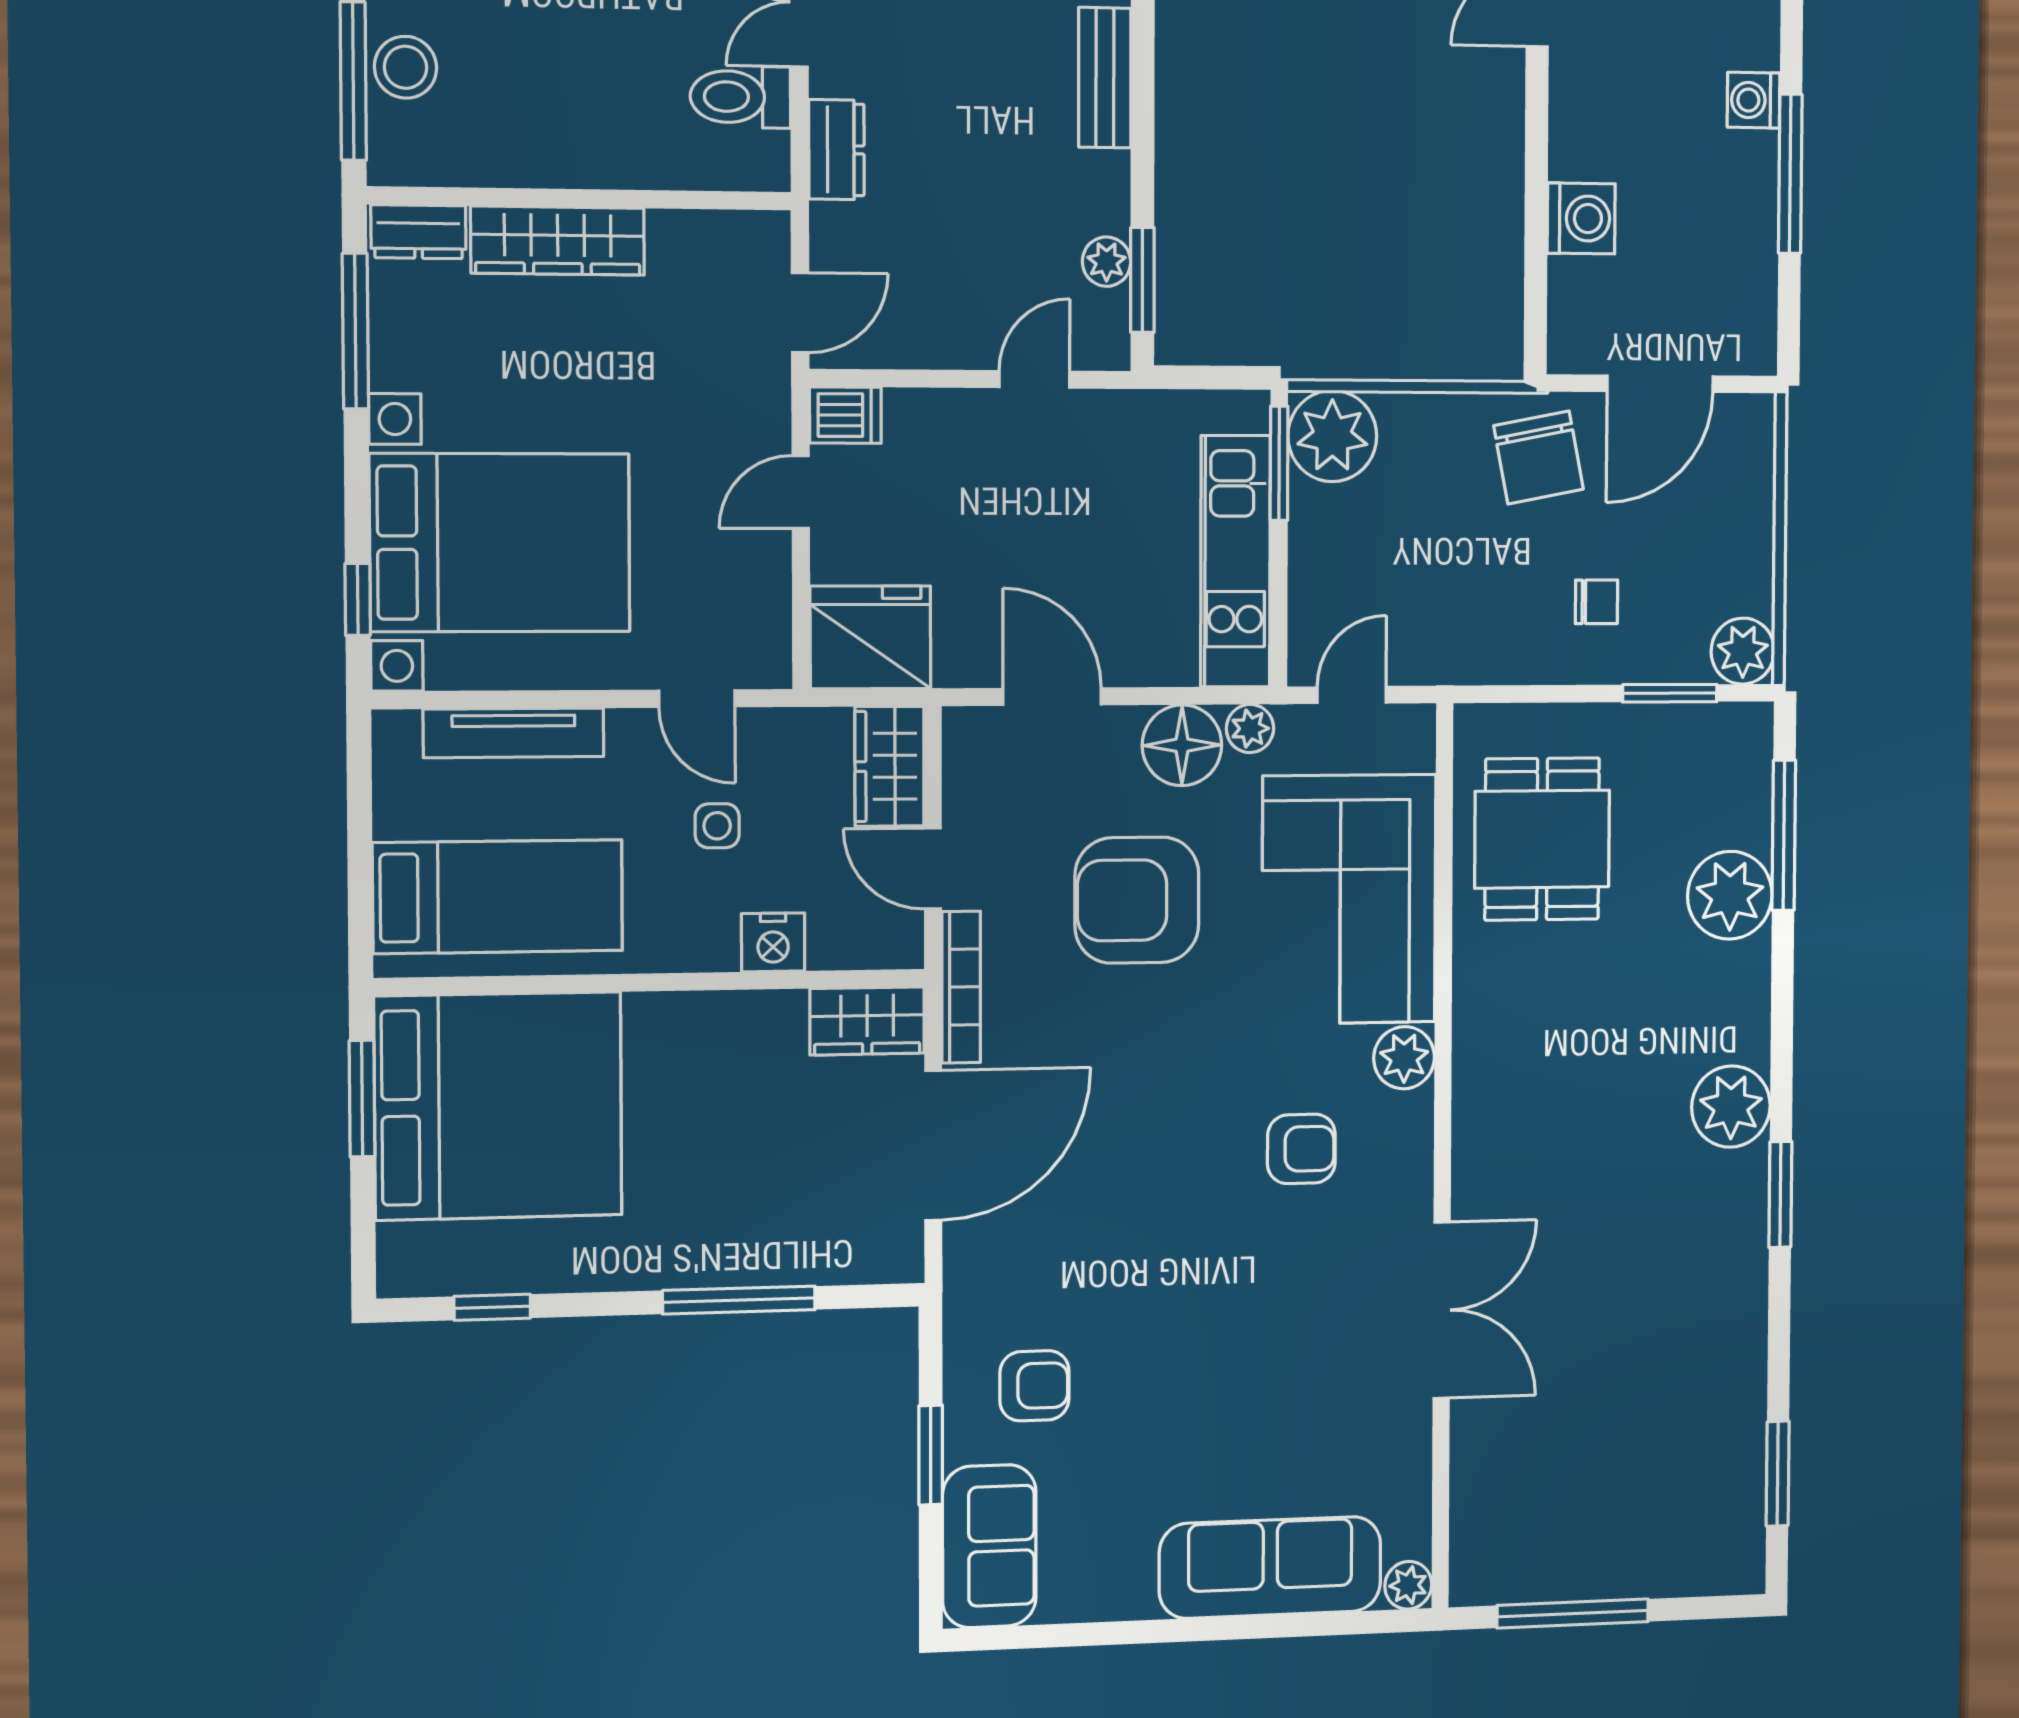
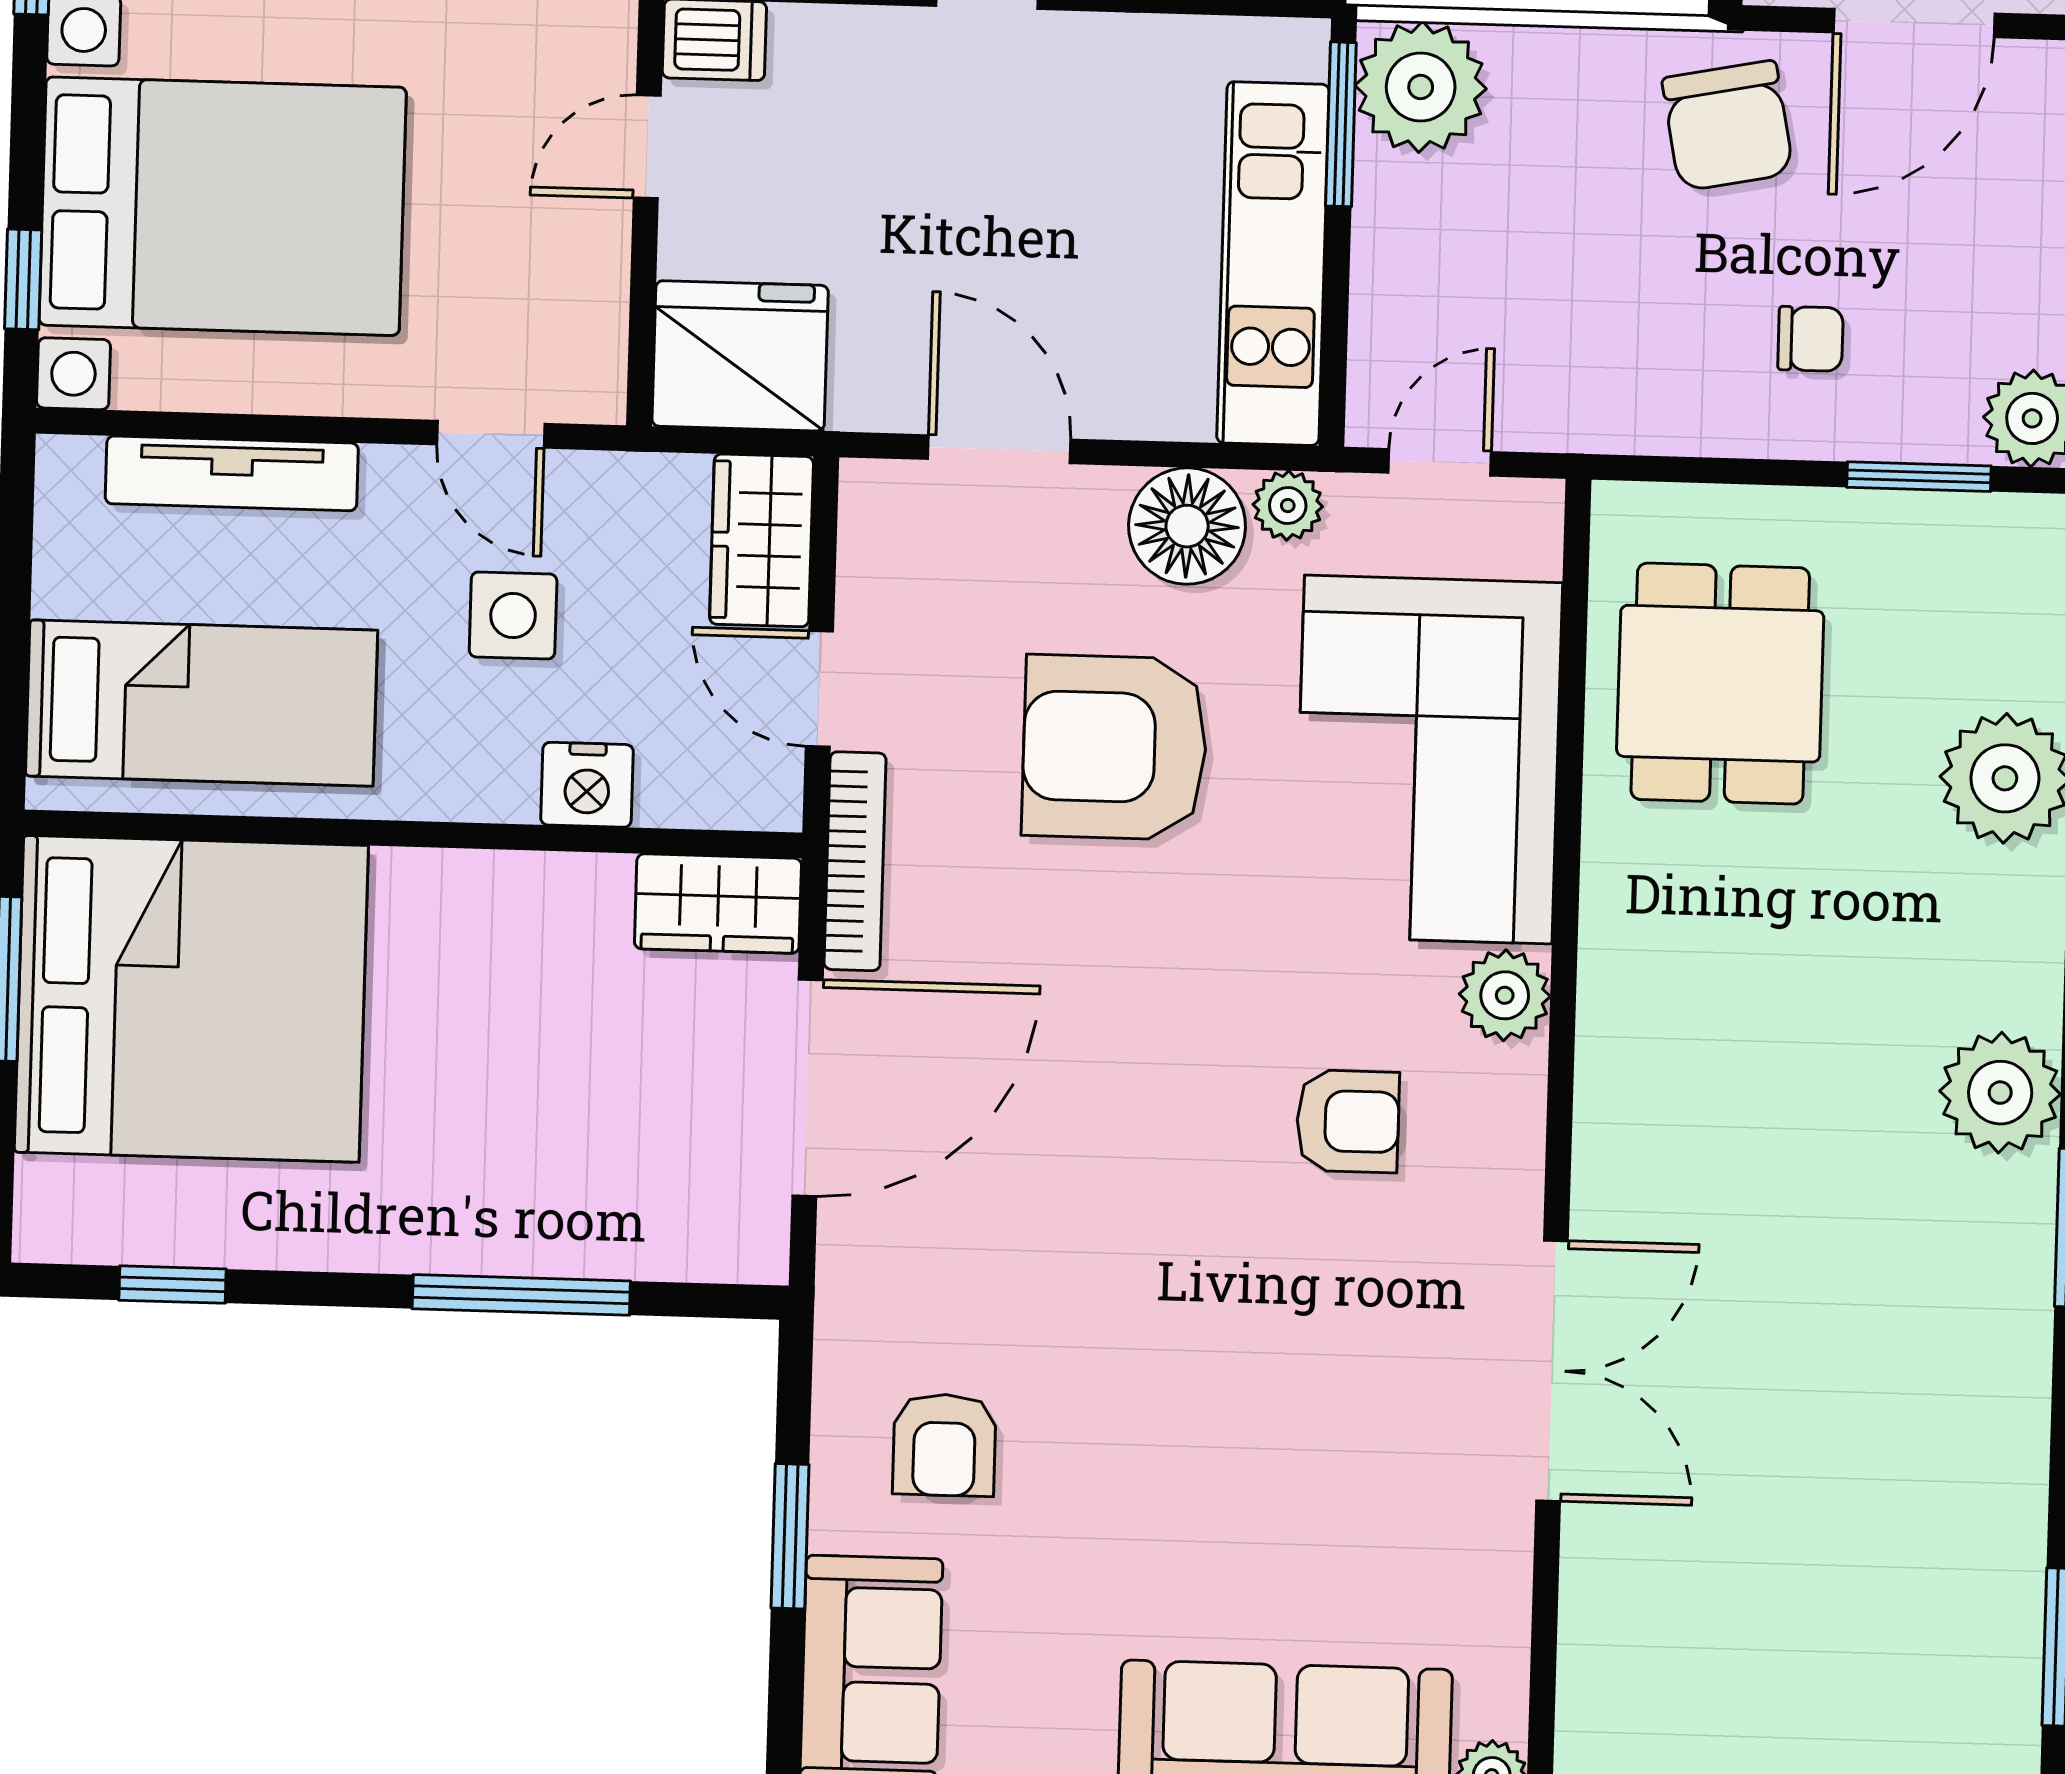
side table: (717, 826) -> (513, 615), width x1.37, depth x1.37
armchair: (1034, 1386) -> (944, 1445), turned 90

